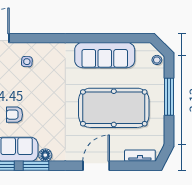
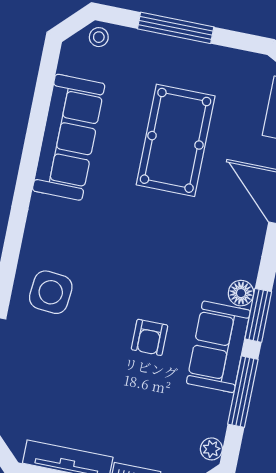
side table: (27, 62) -> (51, 292), width x1.87, depth x1.87
pool table: (114, 108) -> (176, 140), width x0.73, depth x0.76

